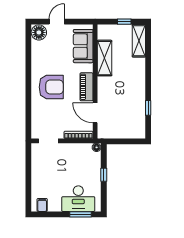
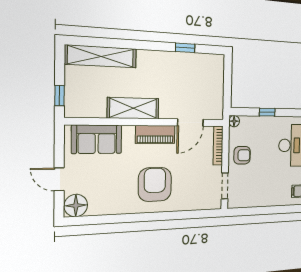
window: (124, 22) -> (60, 96), moved
shelving: (139, 41) -> (101, 56), width x1.47
shelving: (105, 58) -> (133, 108), moved
armchair: (71, 154) -> (242, 155), added

